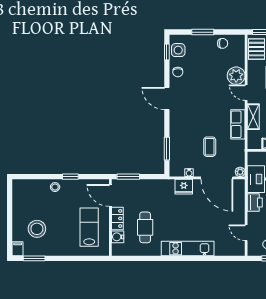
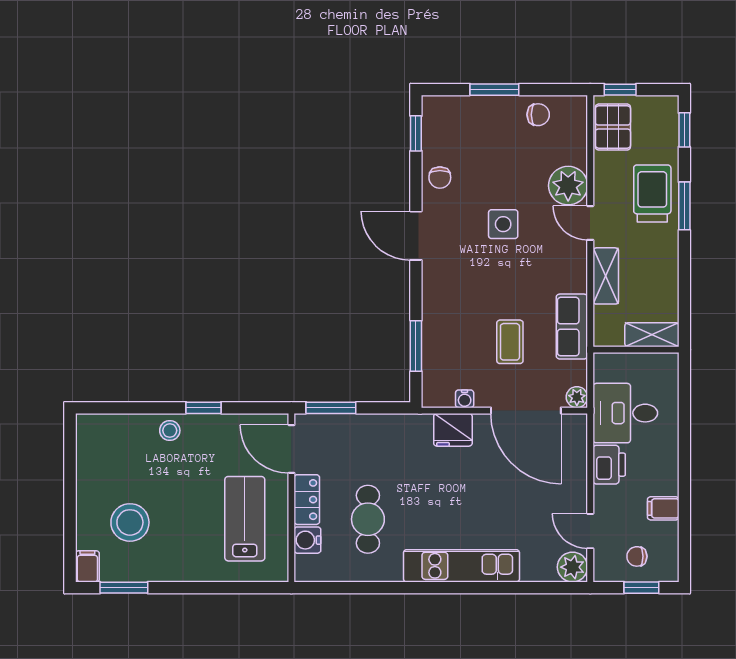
side table: (178, 50) -> (503, 224), moved
row of seats: (238, 124) -> (572, 327), moved
plant: (238, 249) -> (572, 567), added

